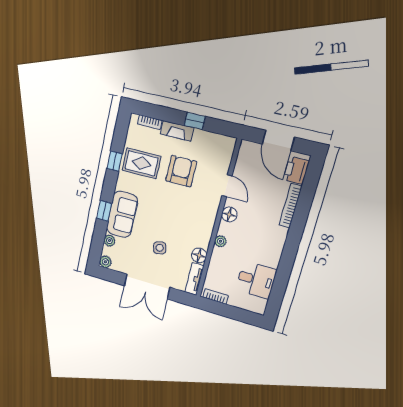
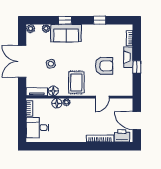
door: (278, 141) -> (137, 121), hinge flipped
rug: (141, 163) -> (76, 82), moved
floor lamp: (229, 214) -> (57, 103), moved
desk: (256, 280) -> (37, 128), moved, turned 90

